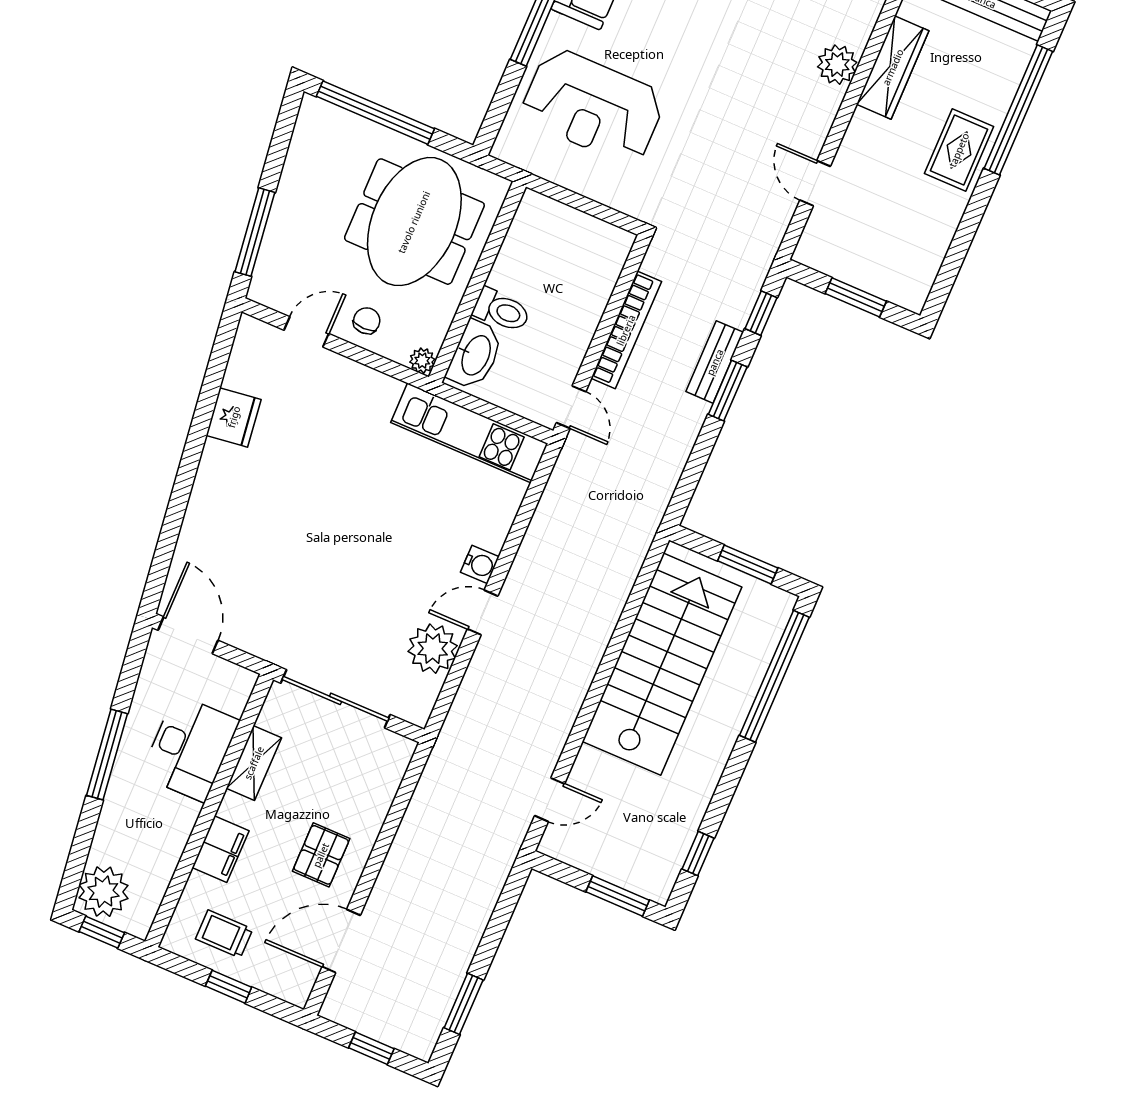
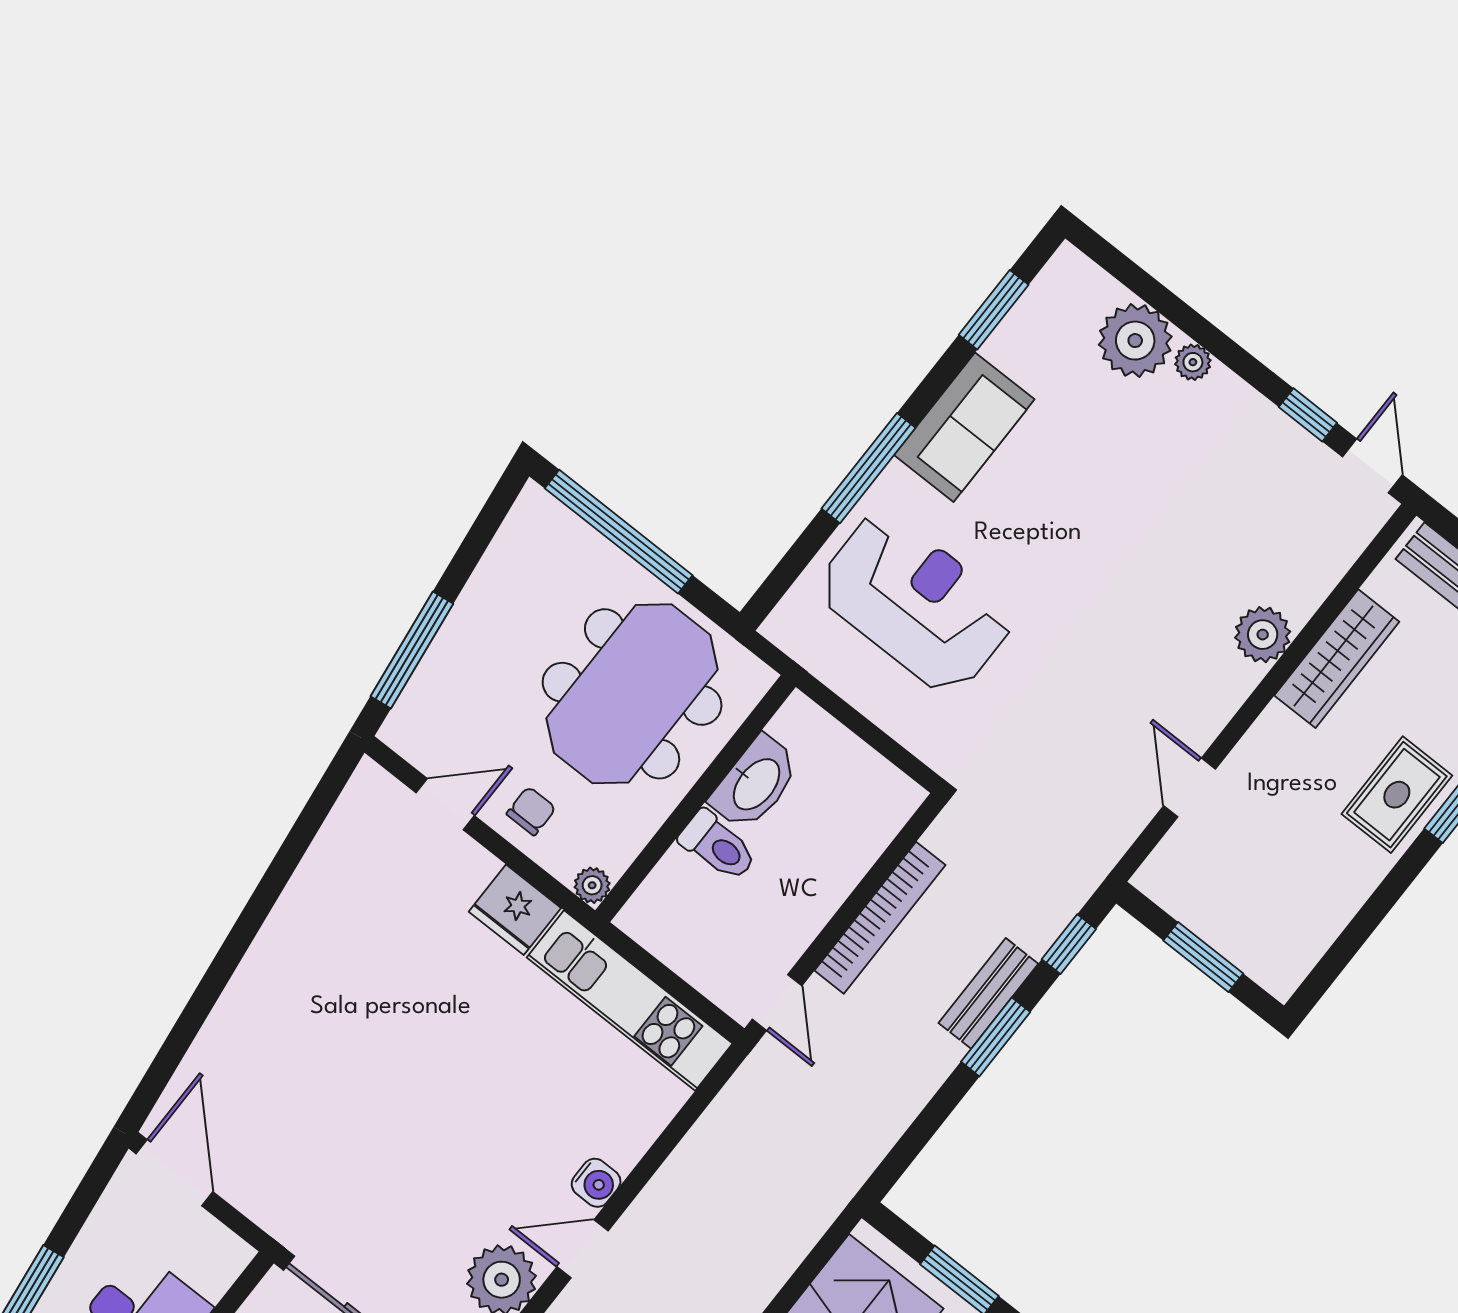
reception desk: (593, 106) -> (916, 602), turned 180
washbasin: (475, 355) -> (755, 783), moved
fridge: (234, 417) -> (515, 910), moved, turned 97

